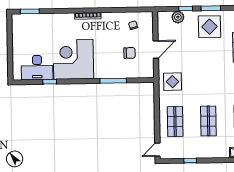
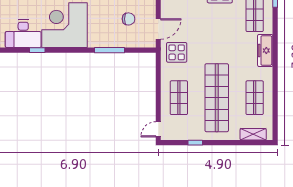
door: (156, 49) -> (158, 29), moved
shop shelf: (208, 121) -> (217, 98), width x2.00, depth x1.36

